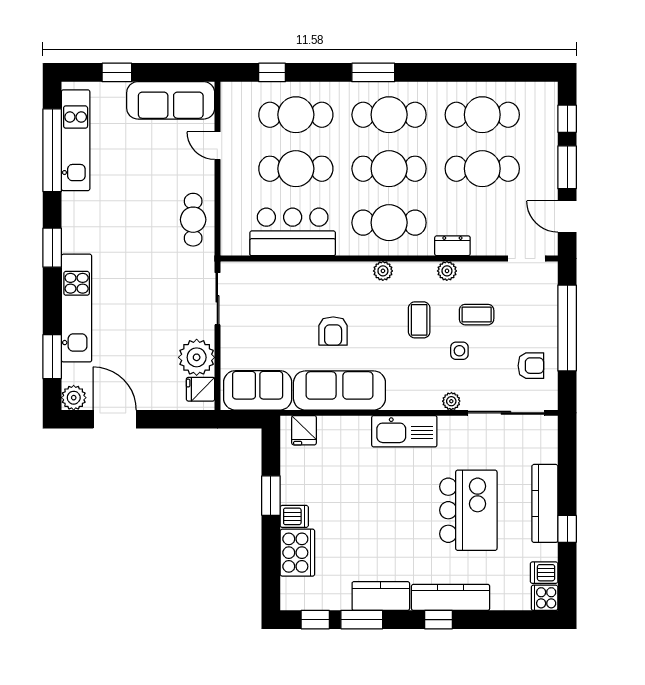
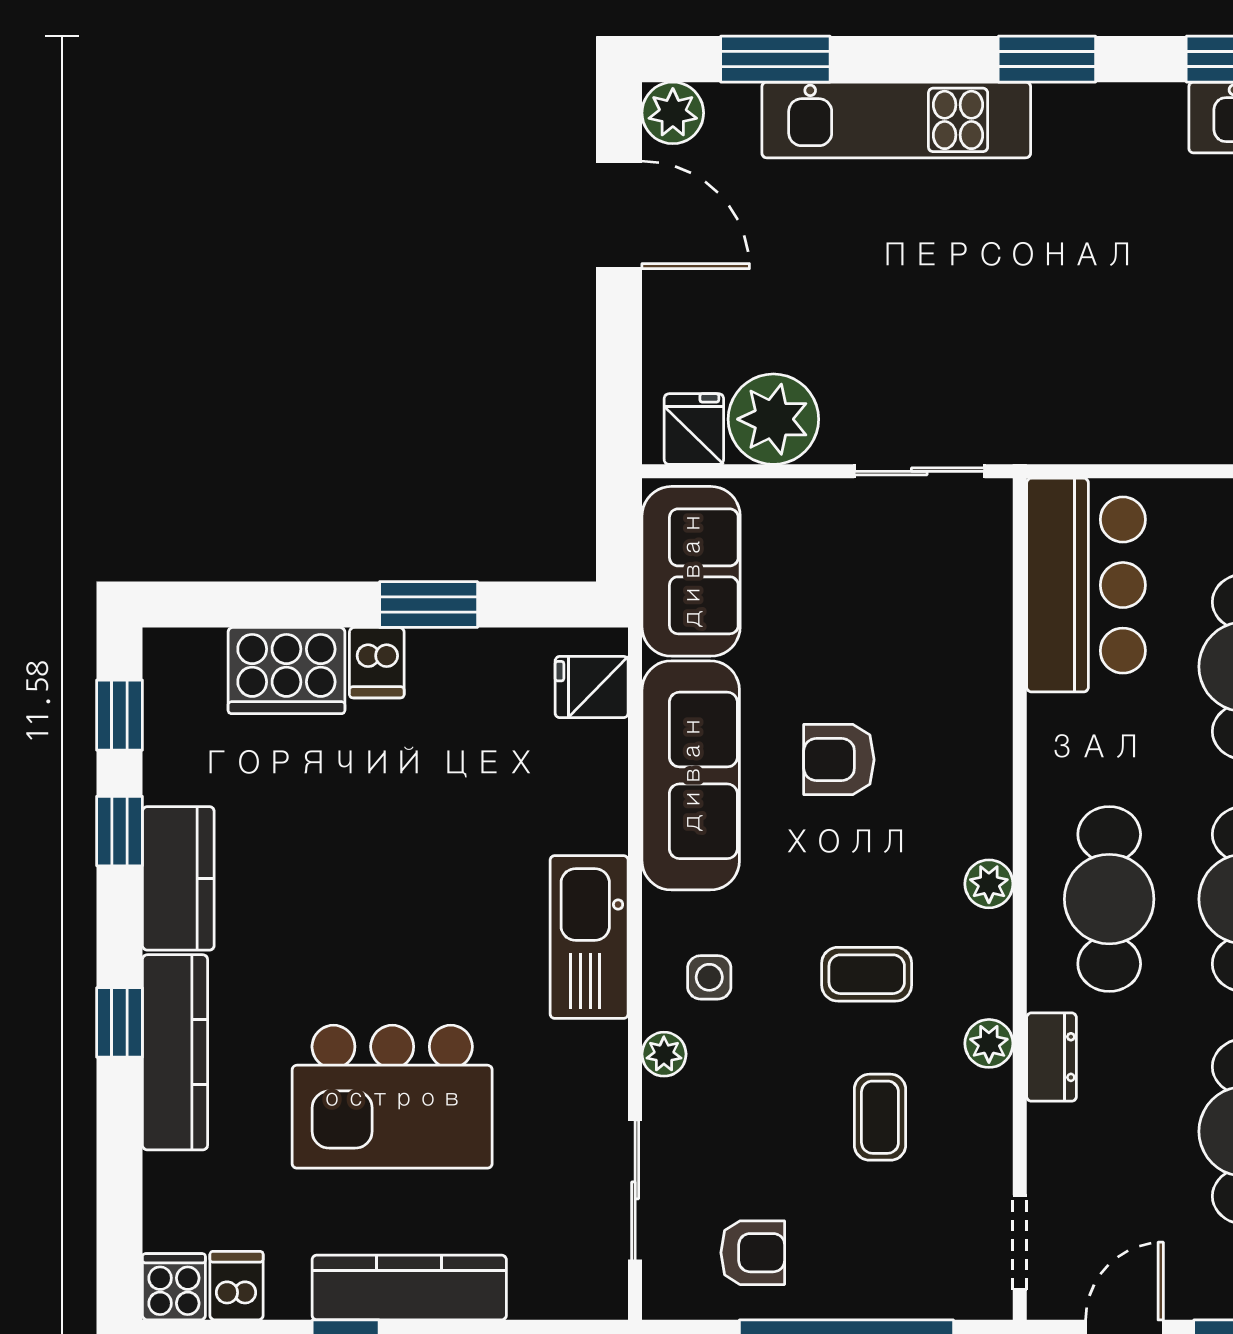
cafe table: (193, 220) -> (1117, 411), removed
bar counter: (293, 232) -> (1086, 585), moved
side table: (459, 351) -> (709, 977), moved
armchair: (531, 366) -> (753, 1253), turned -90
sliding door: (506, 413) -> (635, 1190), width x0.73
door: (115, 419) -> (619, 215), hinge flipped
window: (362, 620) -> (120, 831), width x0.67

